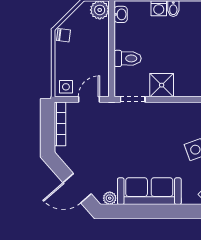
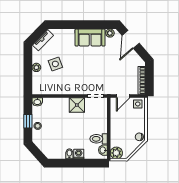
toilet: (128, 58) -> (99, 139), moved
door: (77, 188) -> (131, 39), swing flipped
sofa: (149, 191) -> (90, 38), width x0.73

